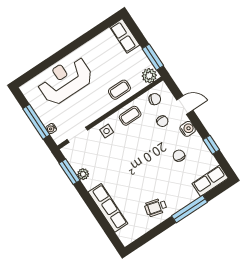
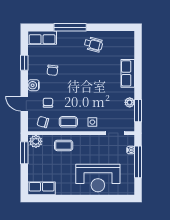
row of seats: (125, 36) -> (42, 188), moved, turned -90
row of seats: (108, 208) -> (128, 73), width x0.68

